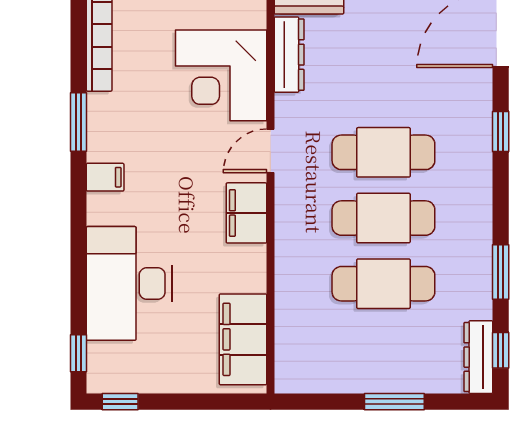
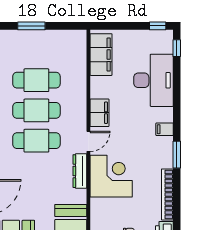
dresser: (289, 55) -> (80, 171), moved

